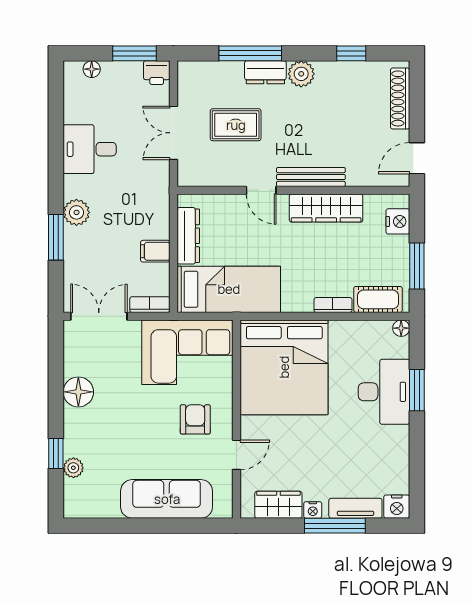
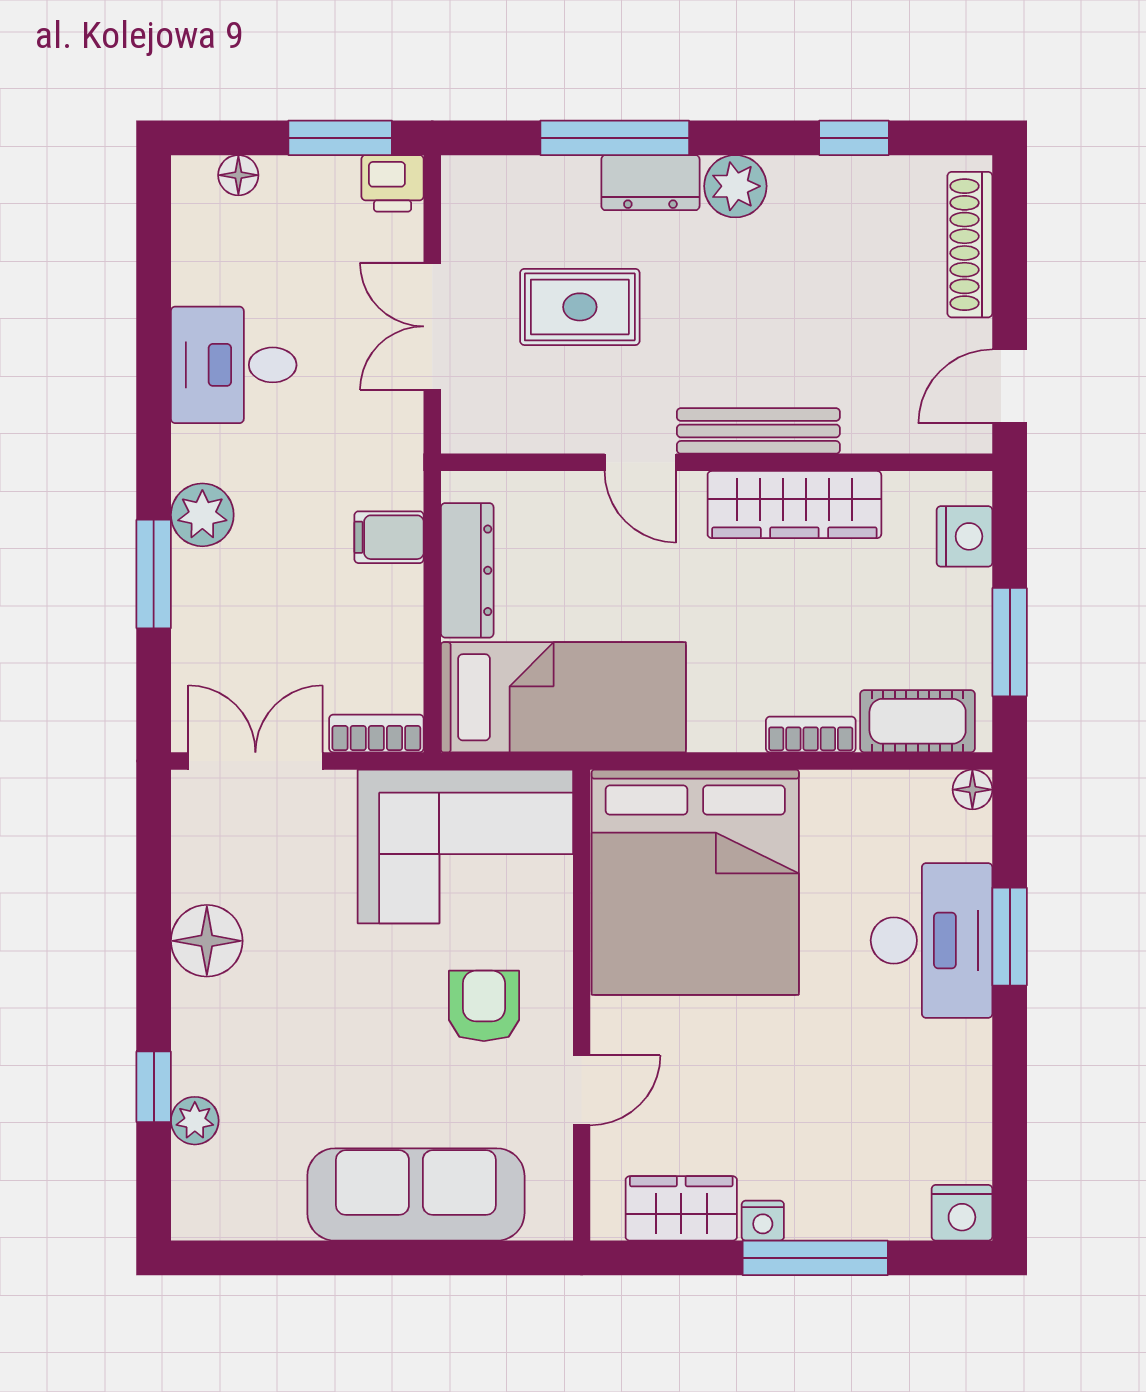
filing cabinet: (155, 251) -> (389, 537), moved
tv unit: (355, 508) -> (864, 1217), removed

